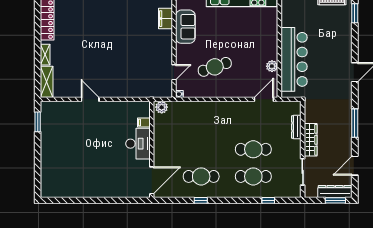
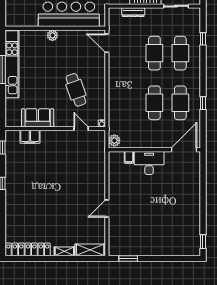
plant: (272, 66) -> (52, 35), moved
cafe table: (201, 149) -> (154, 103), added
door: (152, 180) -> (184, 150), hinge flipped
window: (55, 200) -> (203, 242), added

